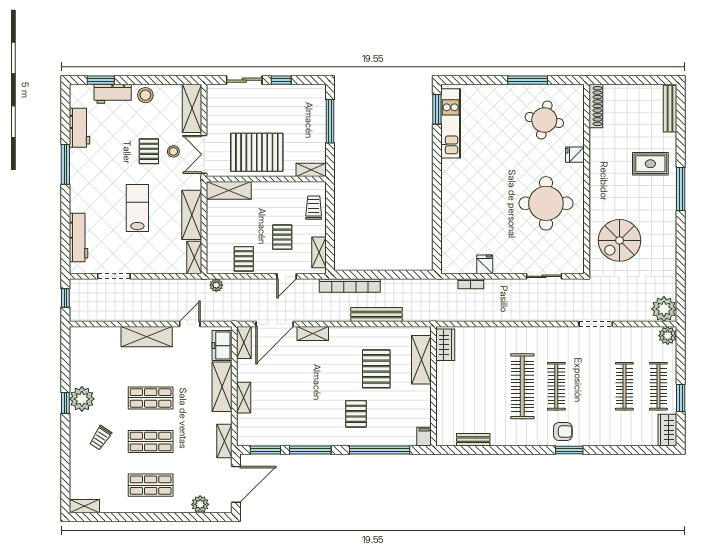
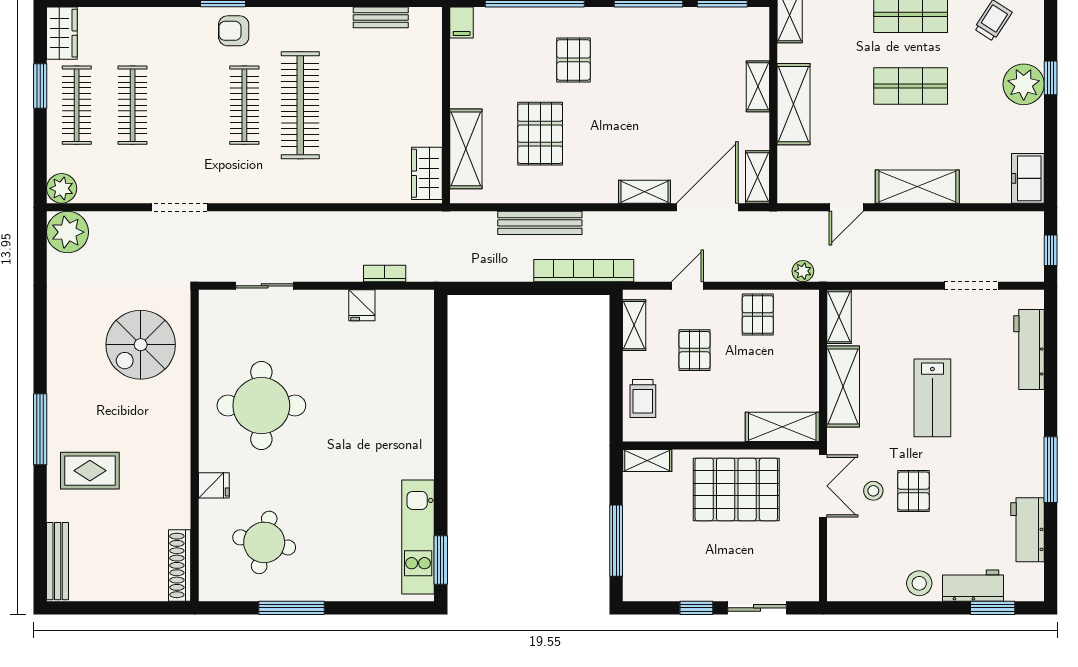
shelving: (192, 108) -> (843, 561), removed
spiral stairs: (620, 240) -> (141, 345), turned 180
freezer: (222, 346) -> (1028, 178), moved, turned 180

